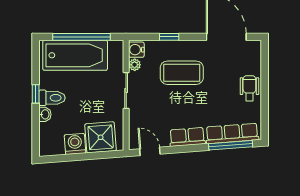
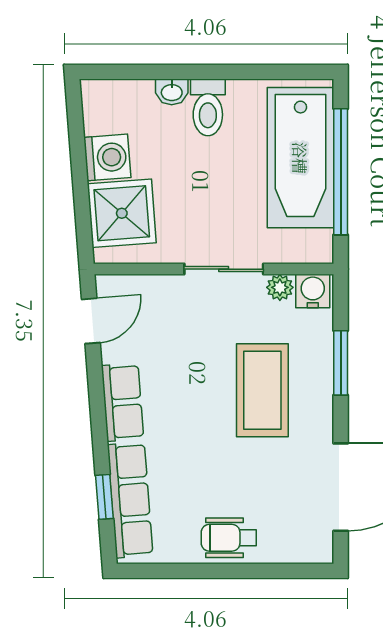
window: (169, 37) -> (341, 363), width x1.50
wheelchair: (249, 88) -> (229, 538), turned 180
window: (36, 94) -> (216, 72), removed
window: (231, 145) -> (104, 497), width x0.46

